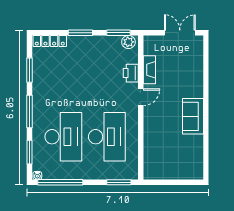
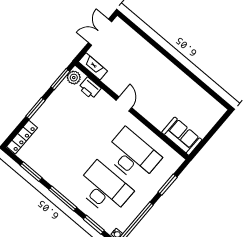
fireplace: (149, 70) -> (93, 66), moved
printer: (131, 73) -> (90, 88), moved
sofa: (193, 116) -> (182, 136), moved, turned 180
window: (119, 182) -> (168, 185), moved

